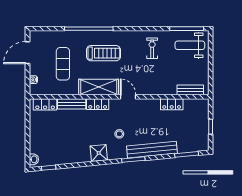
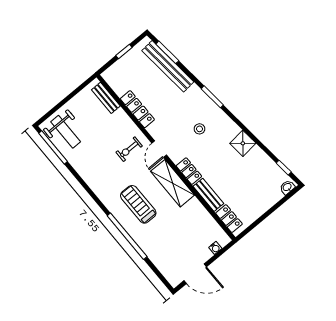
exercise bike: (152, 48) -> (129, 149), moved
exercise mat: (63, 64) -> (179, 233), removed
locker: (172, 104) -> (137, 109), width x1.53
bench: (152, 150) -> (168, 66), moved
shower: (99, 153) -> (243, 143), moved

